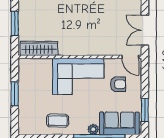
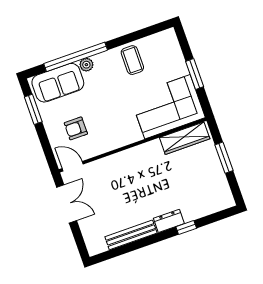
corner sofa: (78, 76) -> (168, 107), moved
coffee table: (58, 121) -> (132, 60), turned 90

